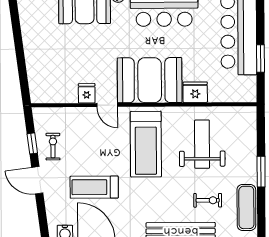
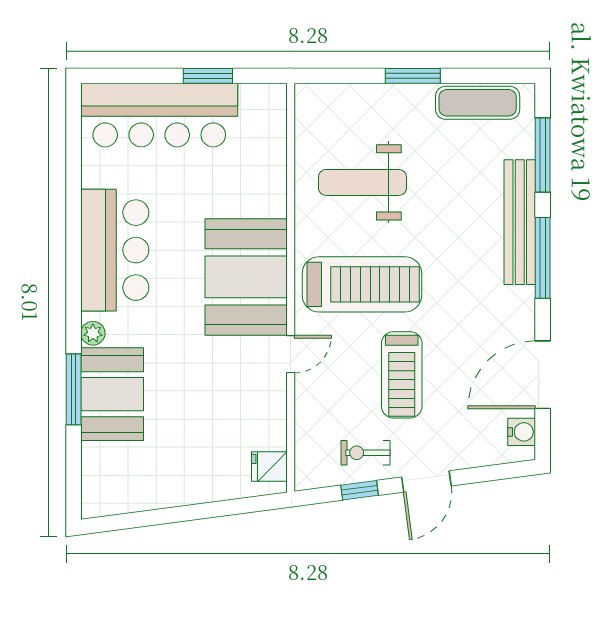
fridge: (195, 92) -> (268, 194), removed
fridge: (87, 93) -> (269, 467), moved
treadmill: (94, 187) -> (402, 375), moved
exercise bike: (208, 200) -> (464, 173), removed

